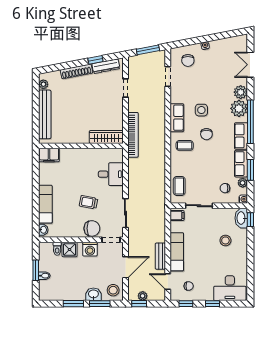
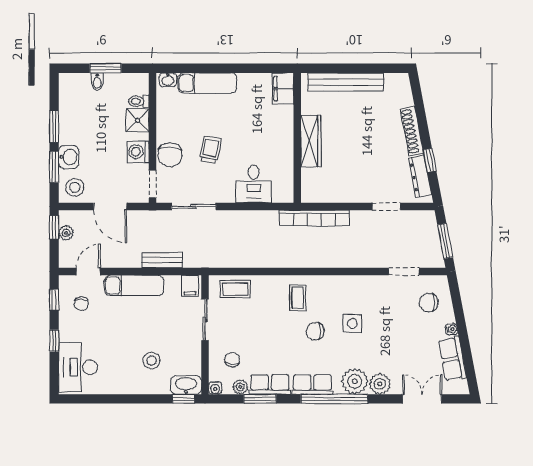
plant: (43, 84) -> (392, 80), removed
row of seats: (177, 118) -> (452, 359), moved, turned 79
wardrobe: (106, 137) -> (311, 141), moved
bench: (160, 256) -> (162, 260), moved

